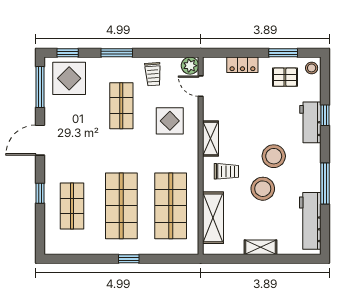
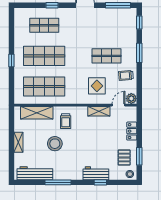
display table: (69, 78) -> (123, 23), removed
shelving: (211, 139) -> (99, 111), moved
stool: (274, 156) -> (75, 151), removed

